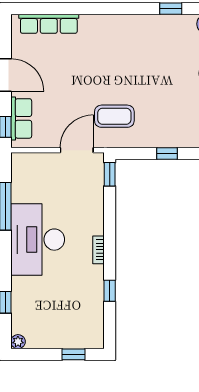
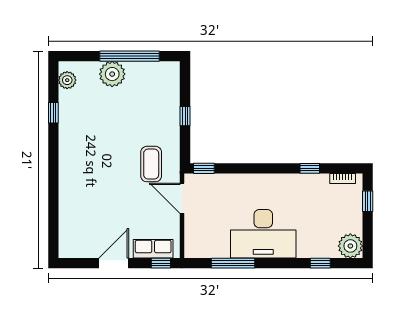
row of seats: (49, 24) -> (67, 224), removed
bookcase: (98, 250) -> (343, 178), moved
plant: (18, 342) -> (350, 246), width x1.88, depth x1.88

